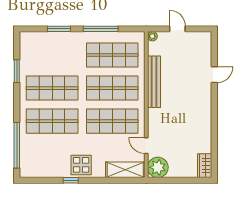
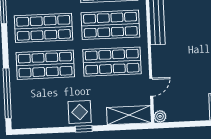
door: (146, 146) -> (151, 87), swing flipped
plant: (158, 167) -> (160, 116), width x0.53, depth x0.53
window: (71, 180) -> (84, 129), moved

